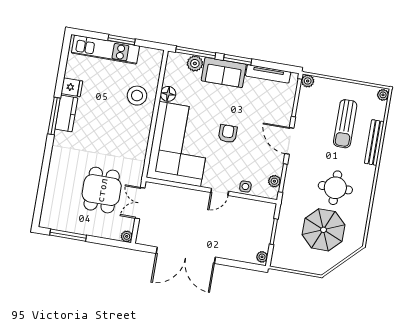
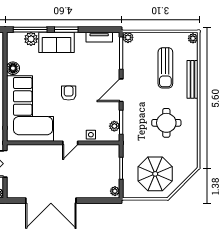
tv unit: (268, 74) -> (99, 37), width x0.71
door: (289, 141) -> (121, 90), hinge flipped
parasol: (323, 230) -> (155, 174), moved

